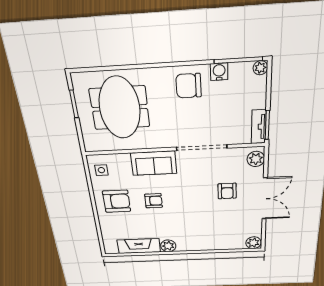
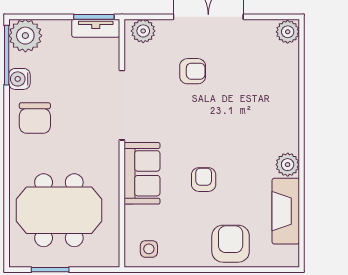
plant: (260, 68) -> (25, 36), width x1.88, depth x1.88
armchair: (117, 201) -> (231, 244), moved

